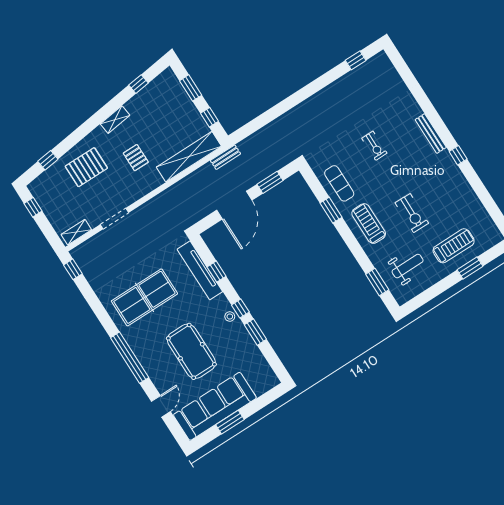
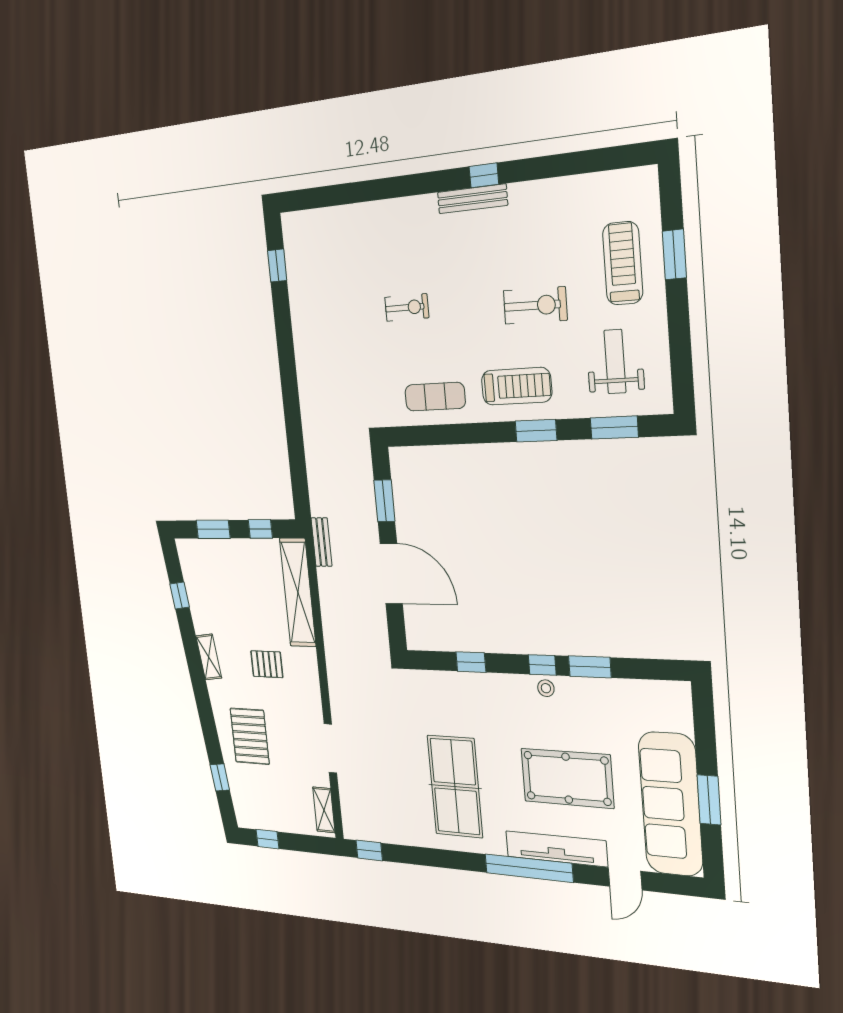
bench: (431, 134) -> (472, 199), moved
window: (331, 210) -> (536, 431), moved
treadmill: (369, 224) -> (516, 386), turned 180
tv unit: (200, 270) -> (556, 849), moved, turned 180
door: (161, 406) -> (625, 879), swing flipped

